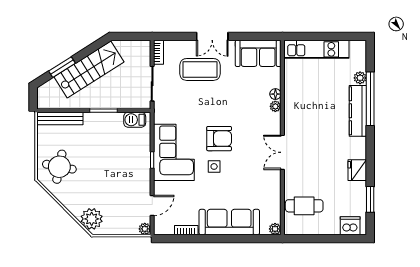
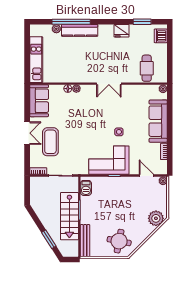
stairs: (89, 69) -> (69, 216), moved, turned -148
armchair: (219, 139) -> (99, 128), removed

